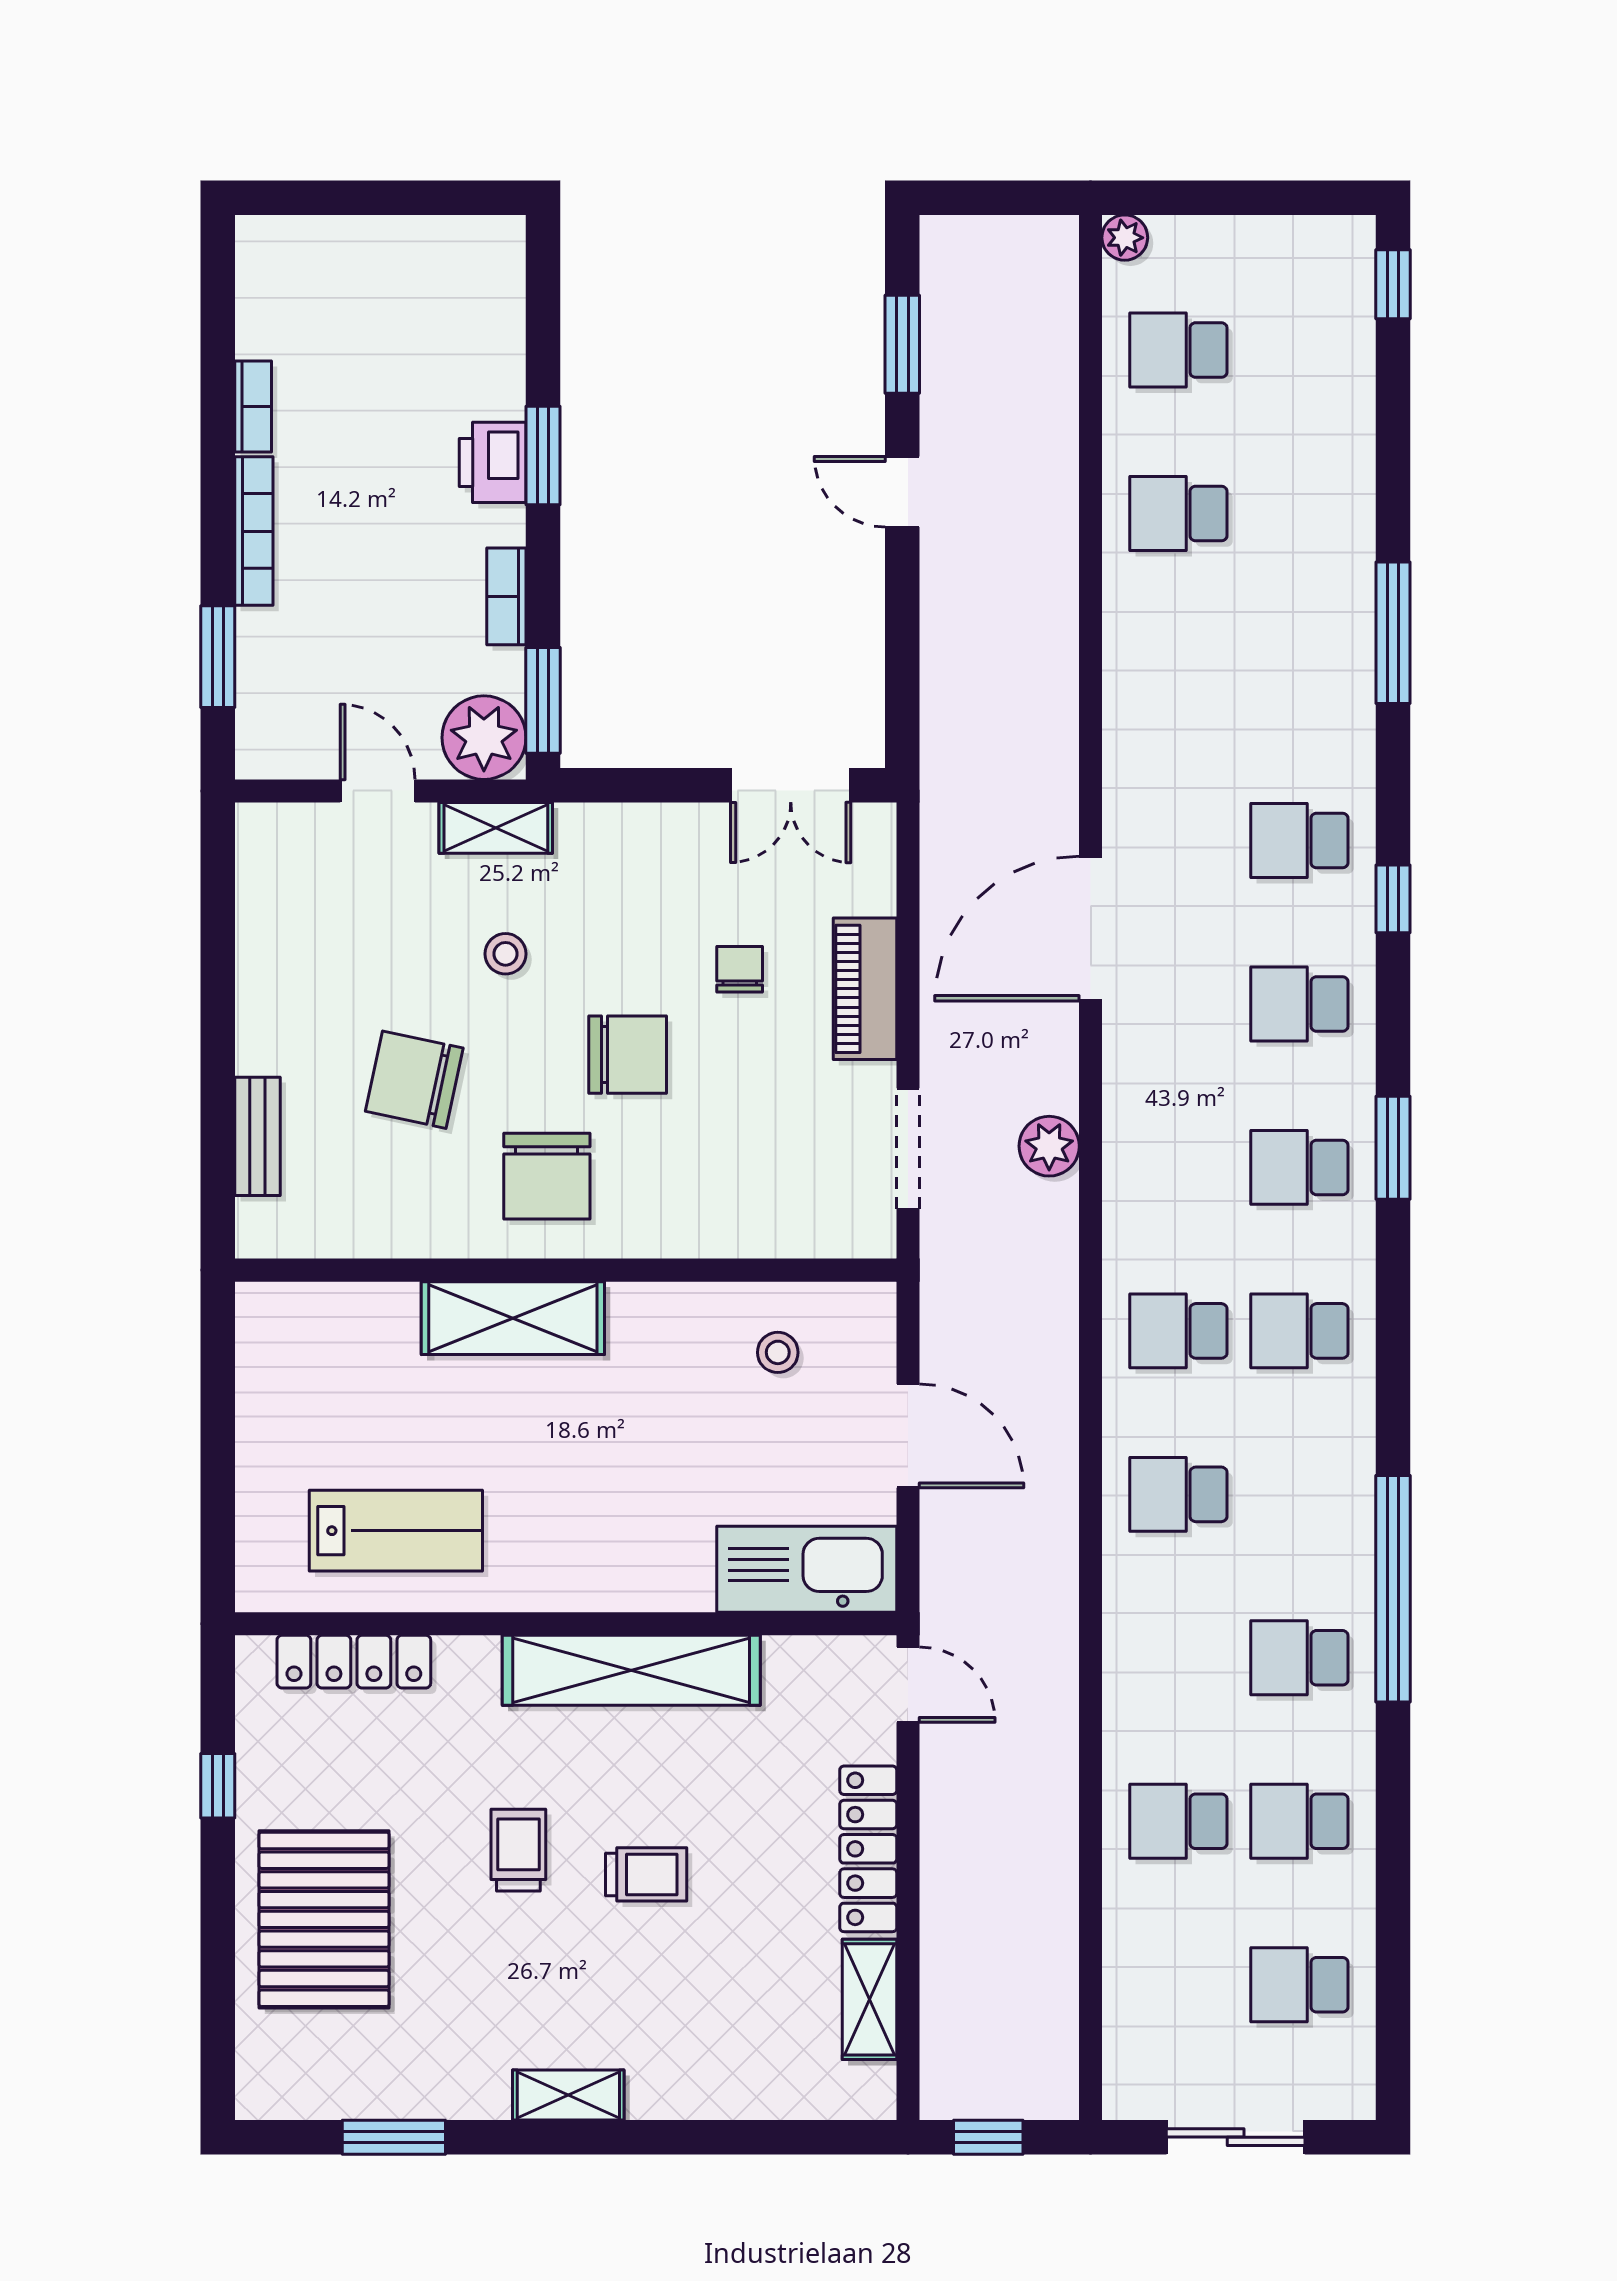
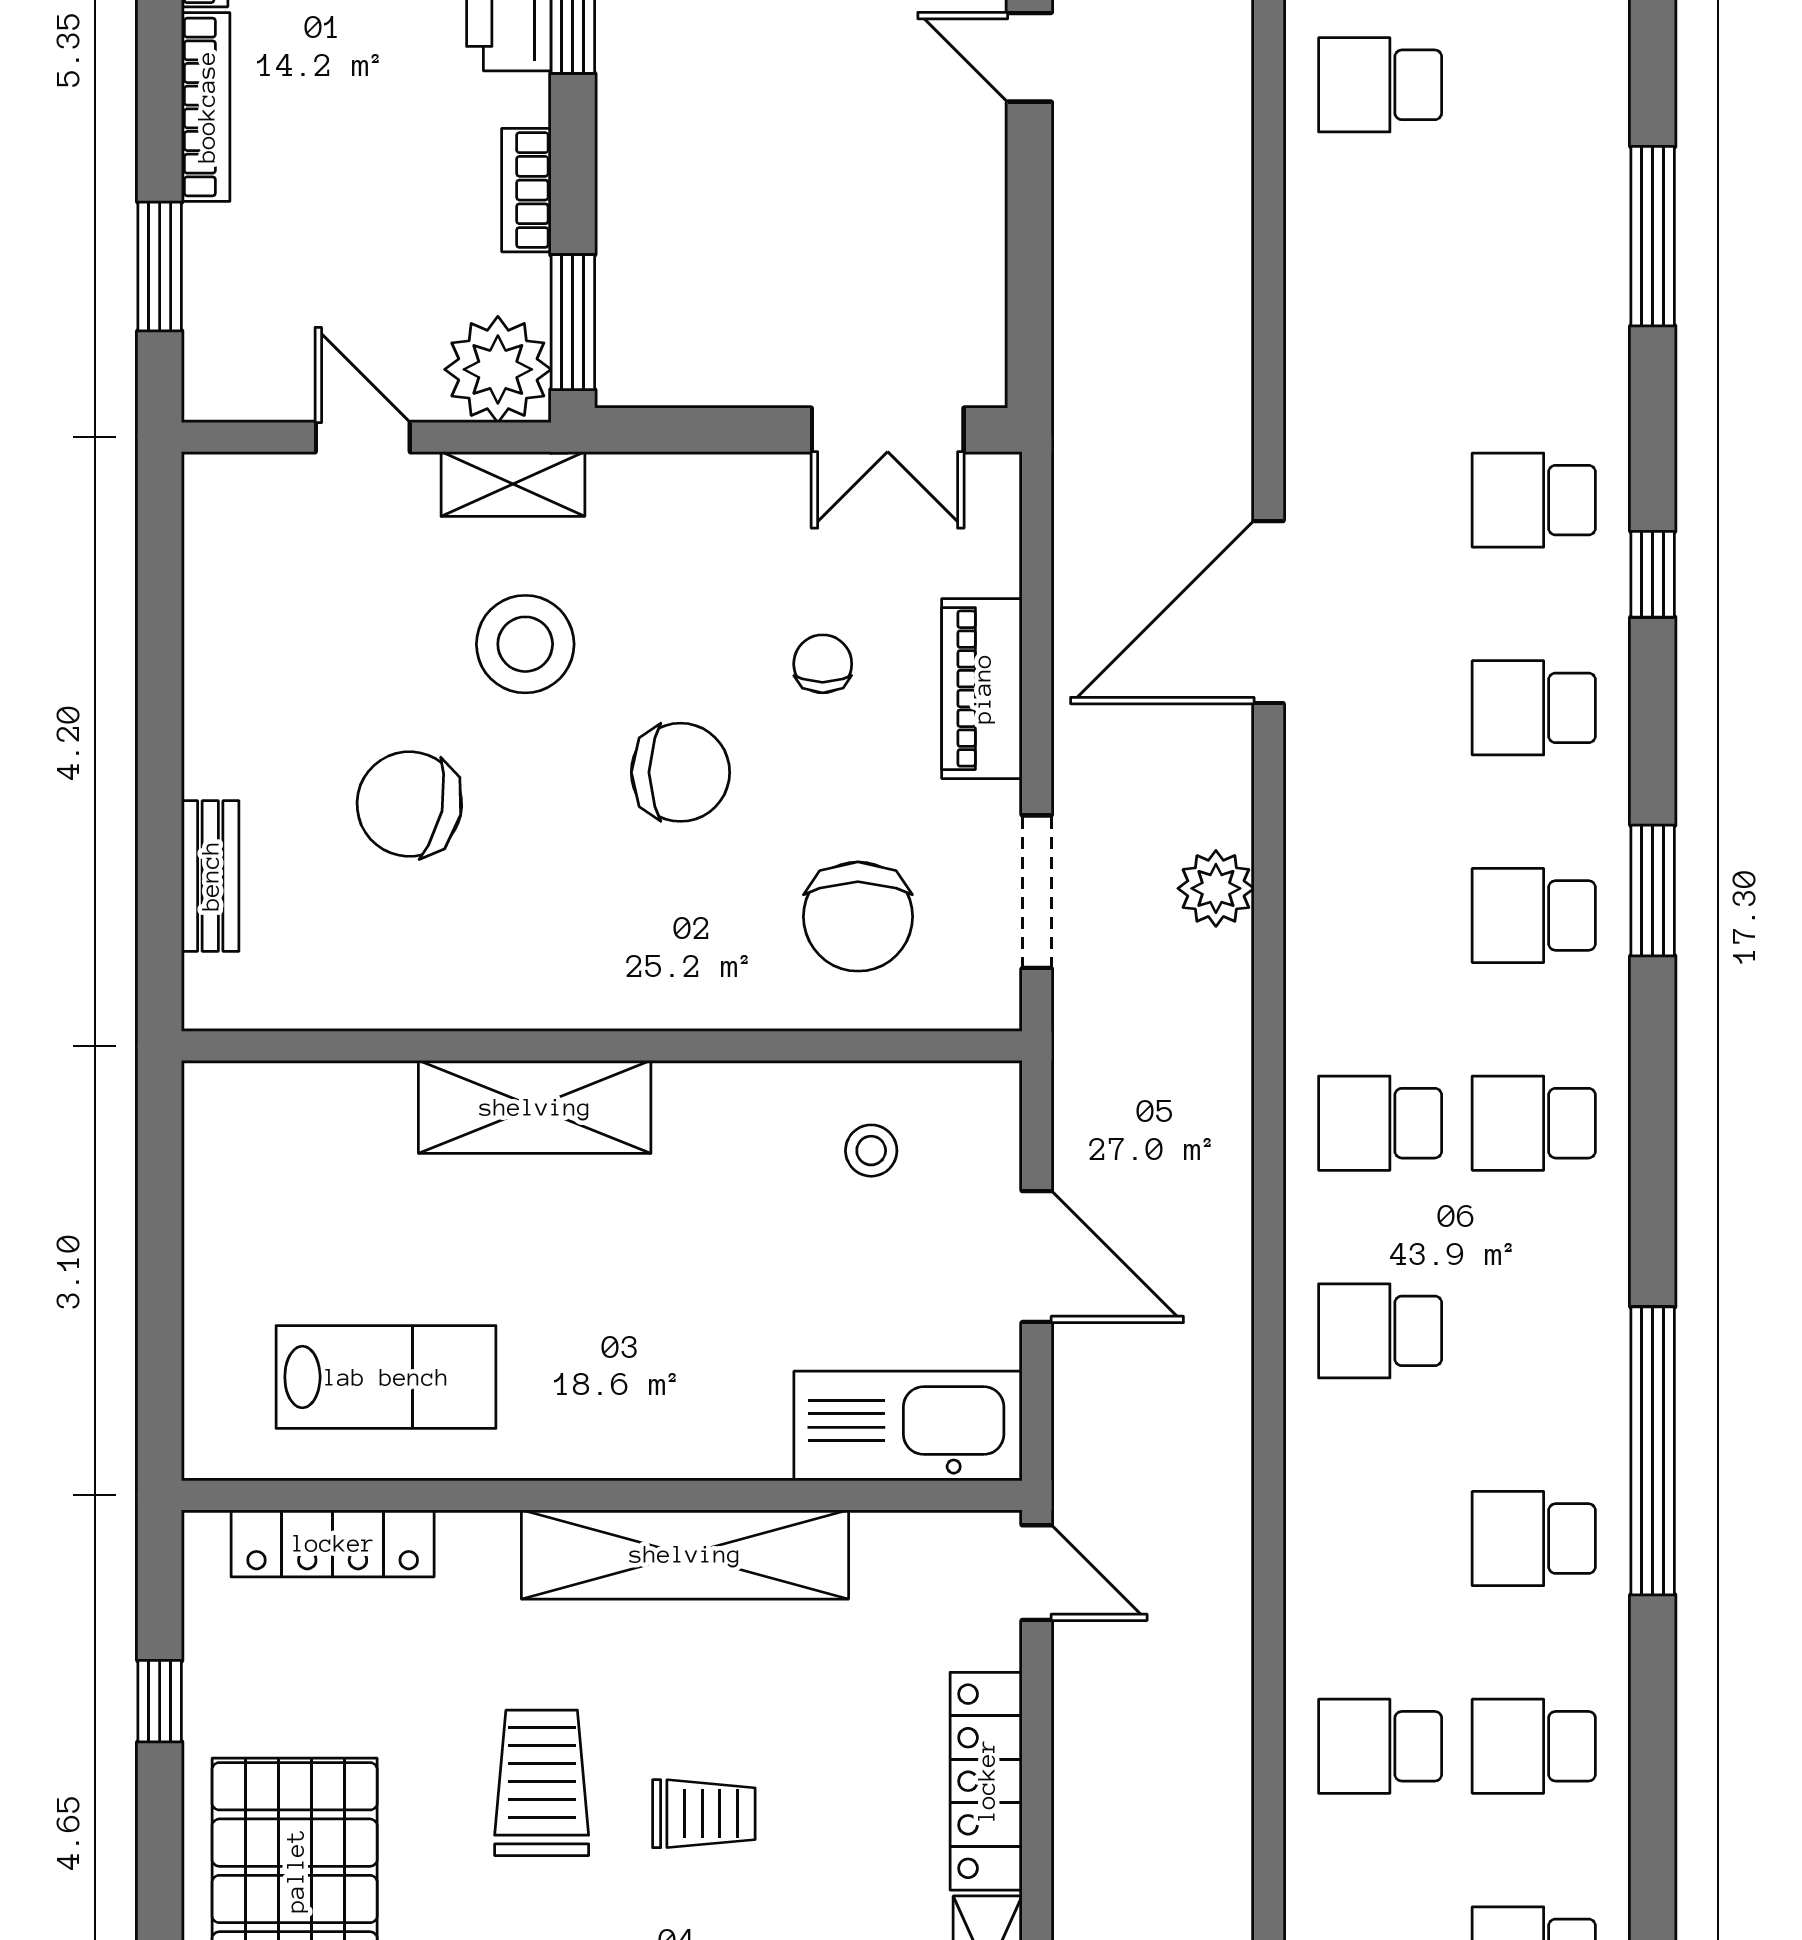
stool: (505, 954) -> (525, 644), width x1.89, depth x1.89
chair: (547, 1176) -> (858, 917), moved
trolley: (518, 1850) -> (542, 1783), width x1.36, depth x1.39

